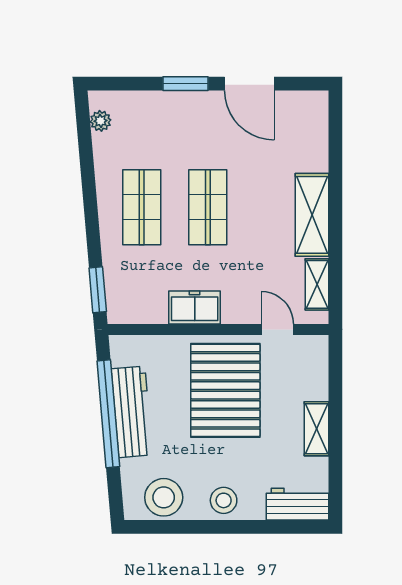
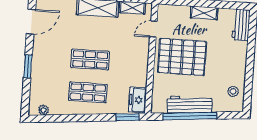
door: (249, 84) -> (31, 22), moved
freezer: (195, 307) -> (138, 100), moved
stool: (164, 497) -> (233, 91), width x0.53, depth x0.53
stool: (224, 500) -> (237, 62), removed

